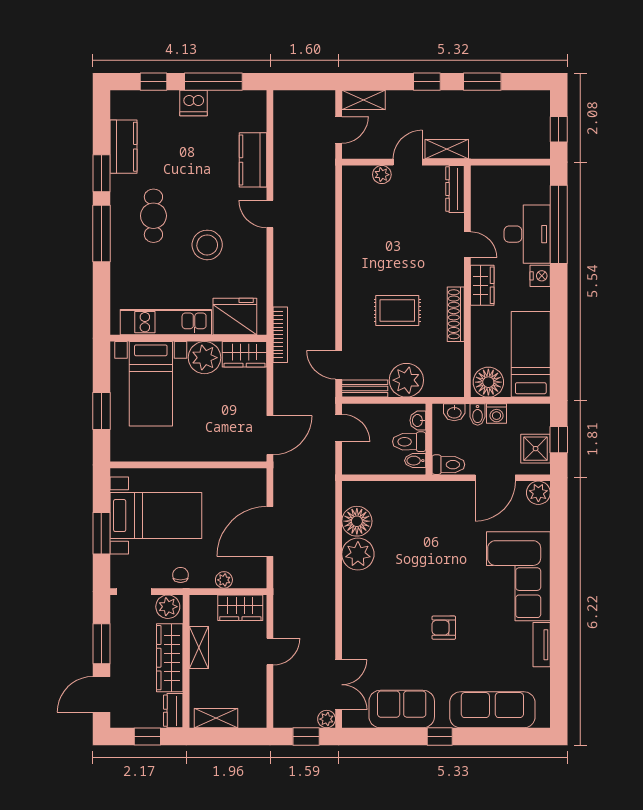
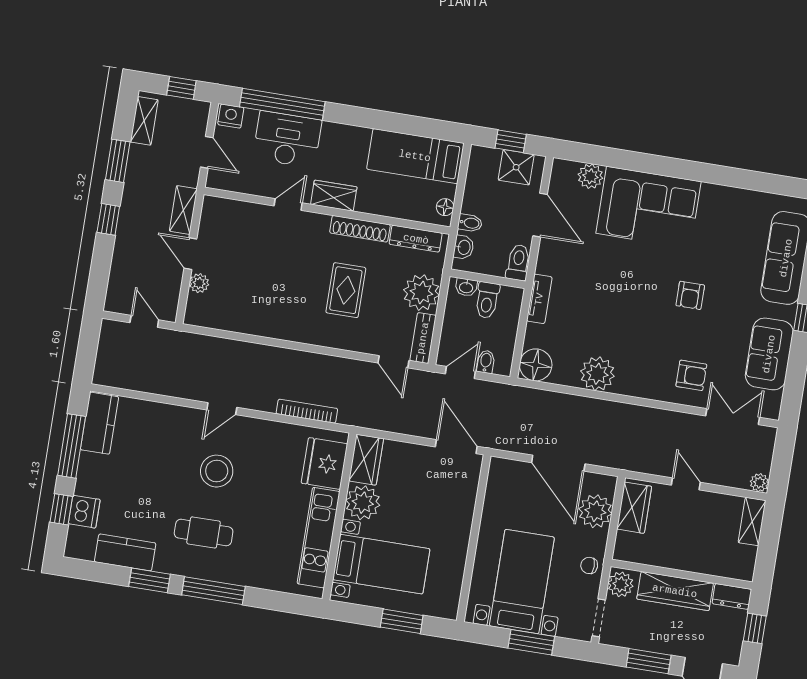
shelving: (363, 100) -> (144, 121), moved
dishwasher: (193, 103) -> (84, 512), moved
kitchen counter: (253, 160) -> (100, 423), moved, turned -90
door: (503, 162) -> (207, 152), added
dresser: (455, 189) -> (416, 239), moved
stool: (207, 245) -> (217, 471), moved
nightstand: (540, 276) -> (231, 116), moved
bookcase: (280, 335) -> (307, 411), moved
door: (339, 365) -> (393, 362), hinge flipped
floor lamp: (488, 382) -> (445, 207), width x0.53, depth x0.53
washing machine: (496, 414) -> (472, 203), removed
bidet: (415, 461) -> (486, 362), moved, turned 180
plant: (538, 493) -> (590, 176), moved
floor lamp: (357, 521) -> (536, 365), moved
plant: (224, 580) -> (595, 511), width x1.87, depth x1.87
armchair: (370, 641) -> (691, 375), added
tv unit: (542, 645) -> (539, 299), moved, turned -90
shelving: (199, 648) -> (669, 558), removed
shelving: (216, 718) -> (752, 522), moved
plant: (327, 719) -> (759, 483), moved
window: (306, 736) -> (782, 460), removed

